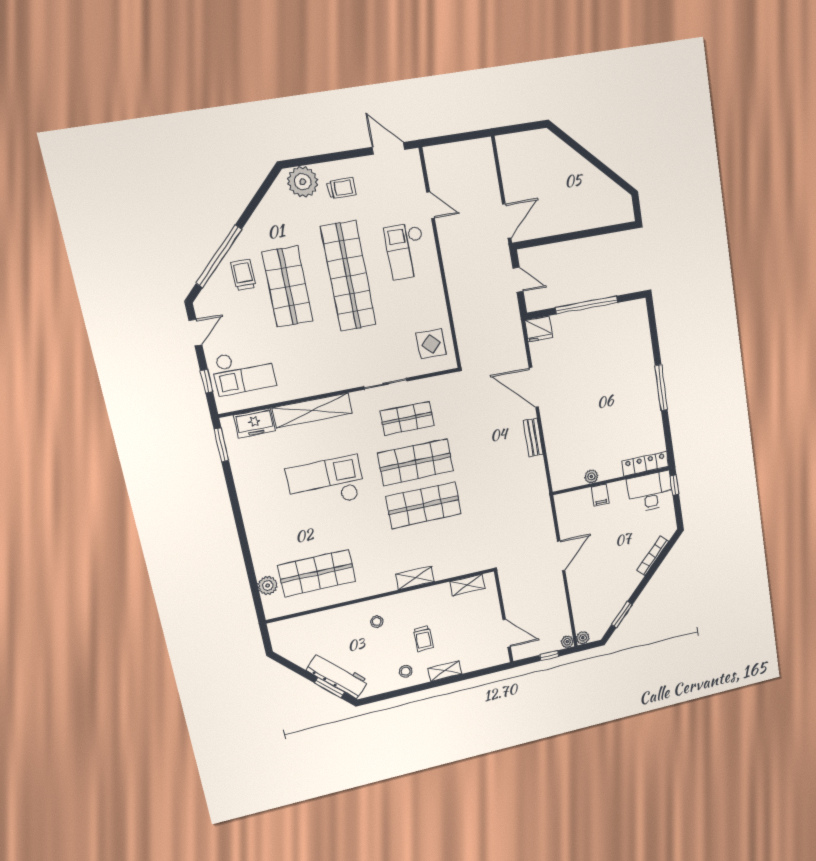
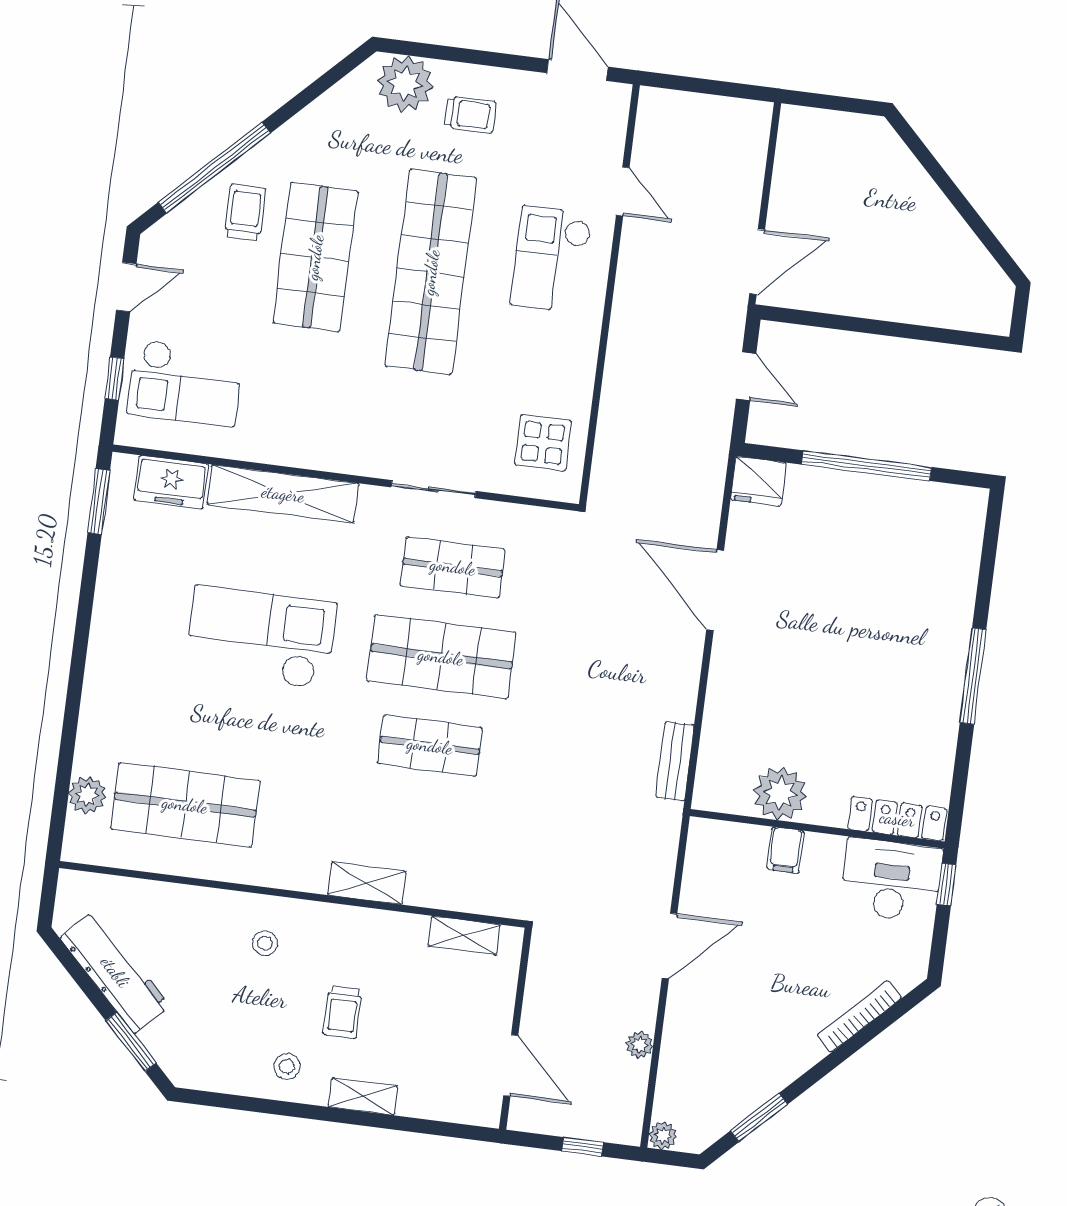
bench: (533, 438) -> (675, 761), moved
plant: (591, 477) -> (780, 793), width x1.88, depth x1.88
shop shelf: (424, 505) -> (430, 746), width x0.70, depth x0.74
plant: (567, 642) -> (640, 1045), moved
workbench: (338, 675) -> (115, 972), moved

